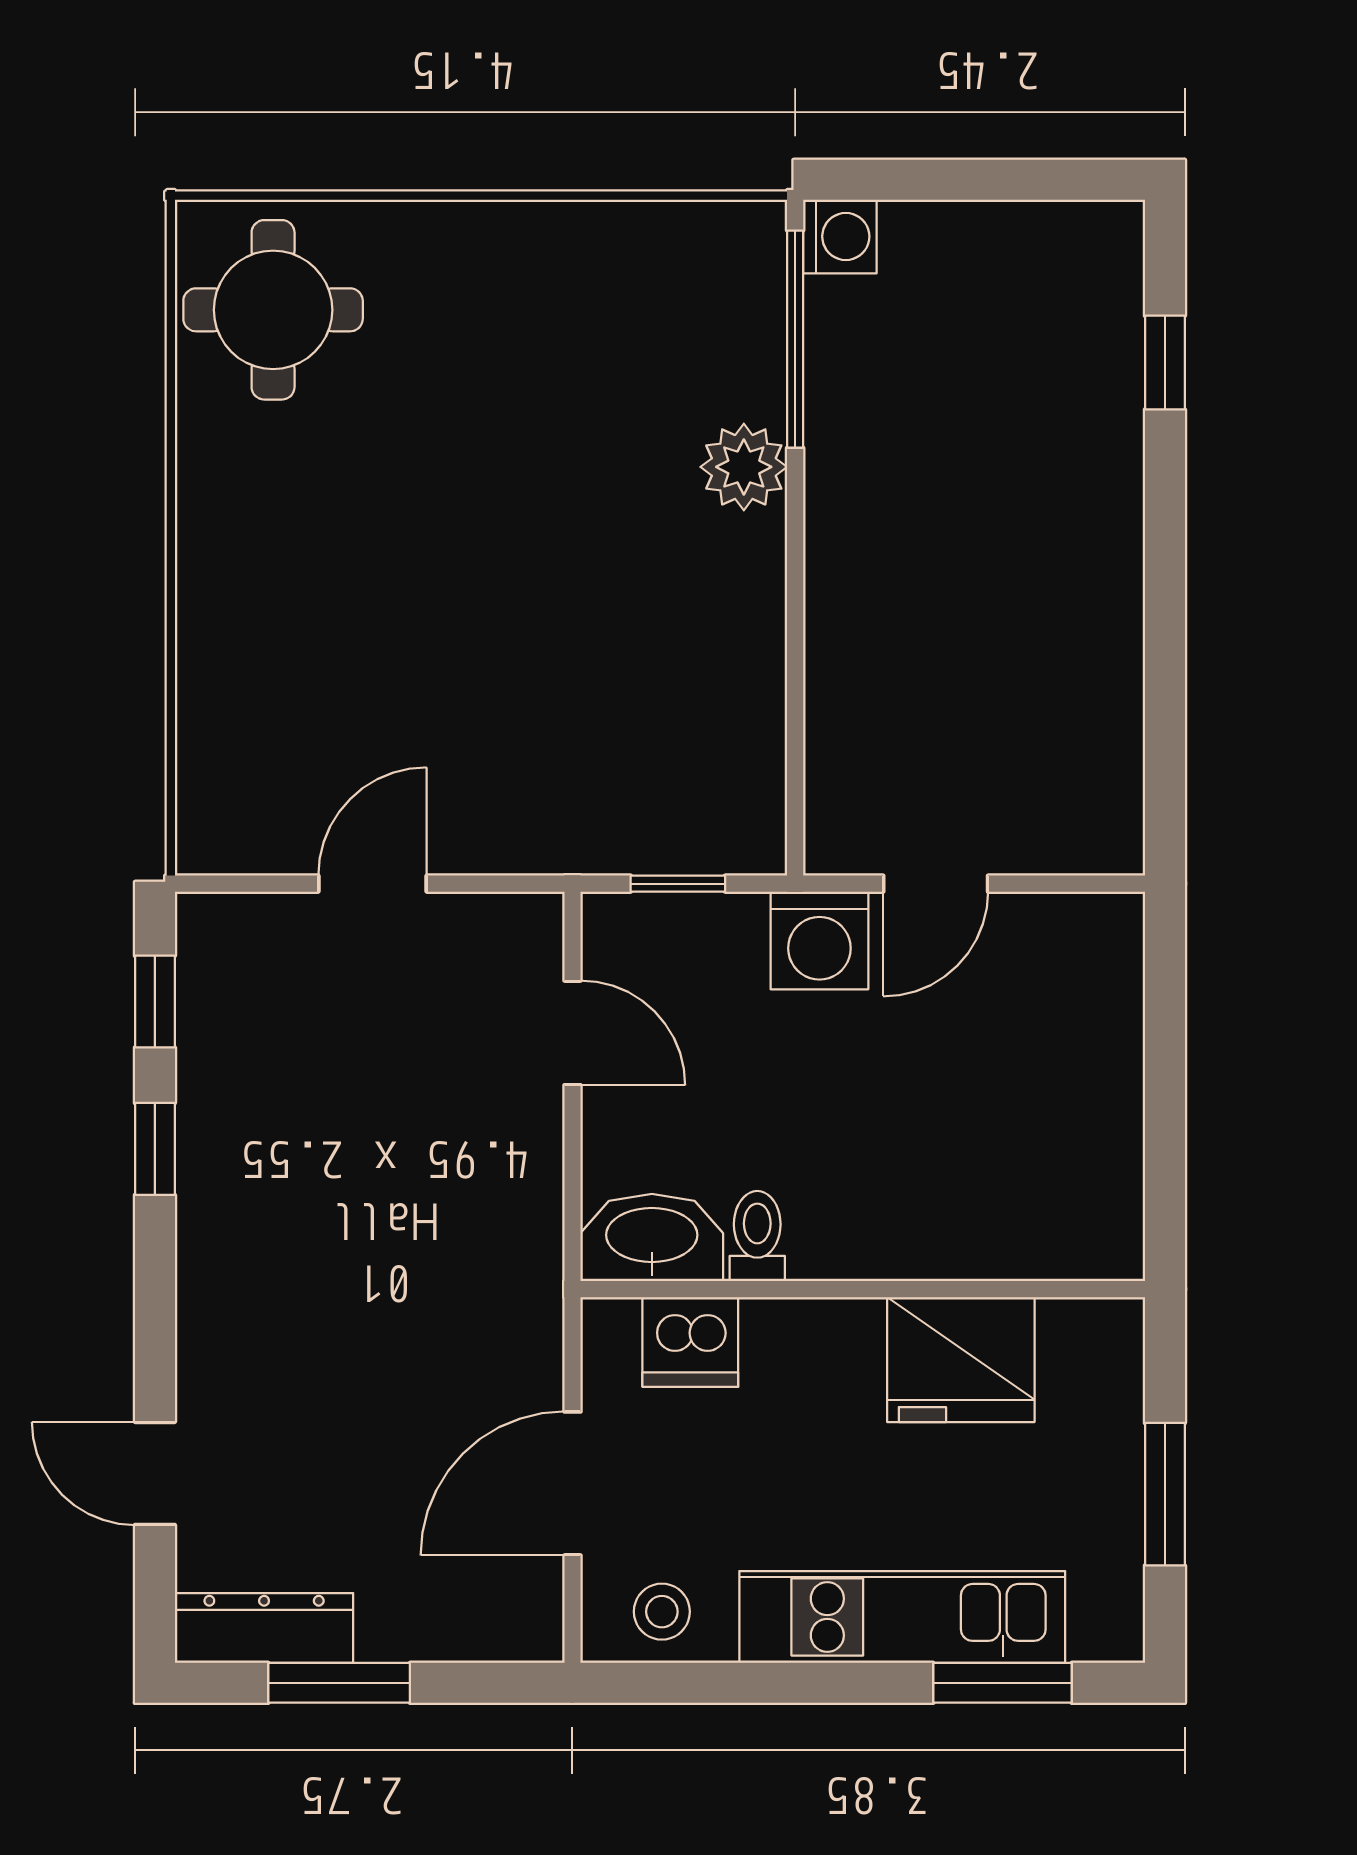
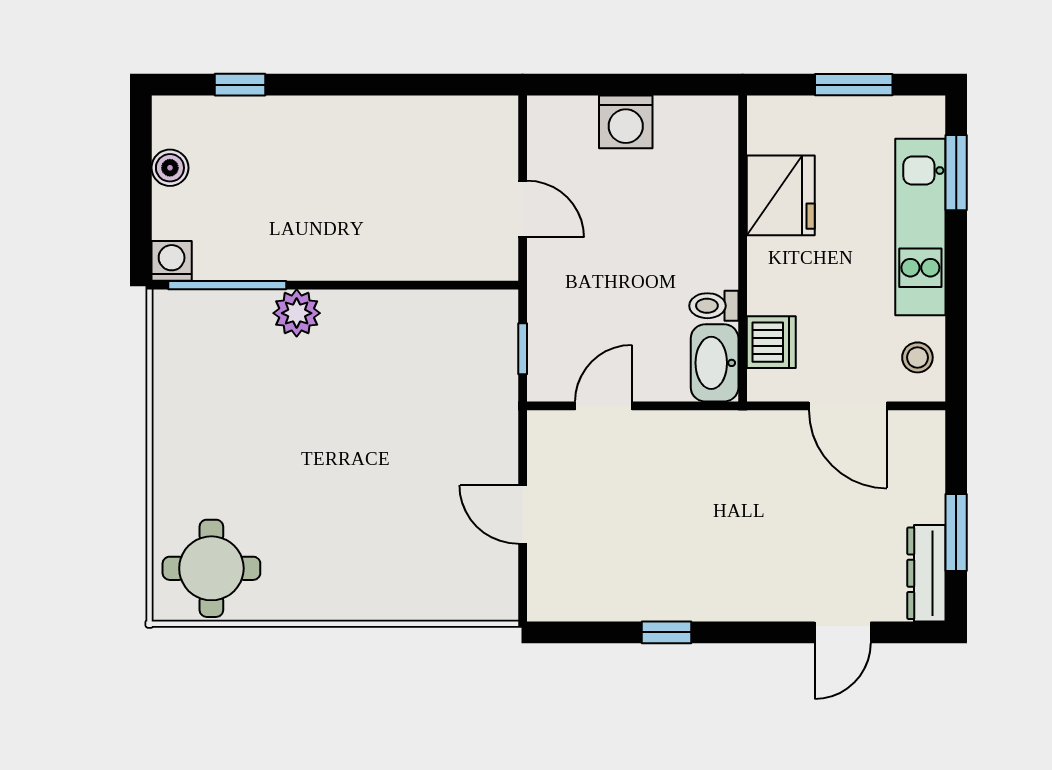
boiler: (1012, 233) -> (170, 168), added
washing machine: (819, 940) -> (626, 122), moved, turned 90
window: (155, 1002) -> (587, 632), removed

